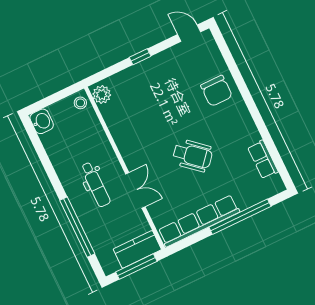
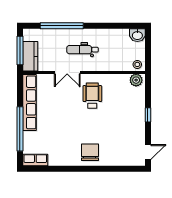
chair: (217, 91) -> (90, 152), moved, turned 90
wheelchair: (193, 155) -> (92, 96), moved, turned 139
row of seats: (263, 159) -> (35, 160), moved

